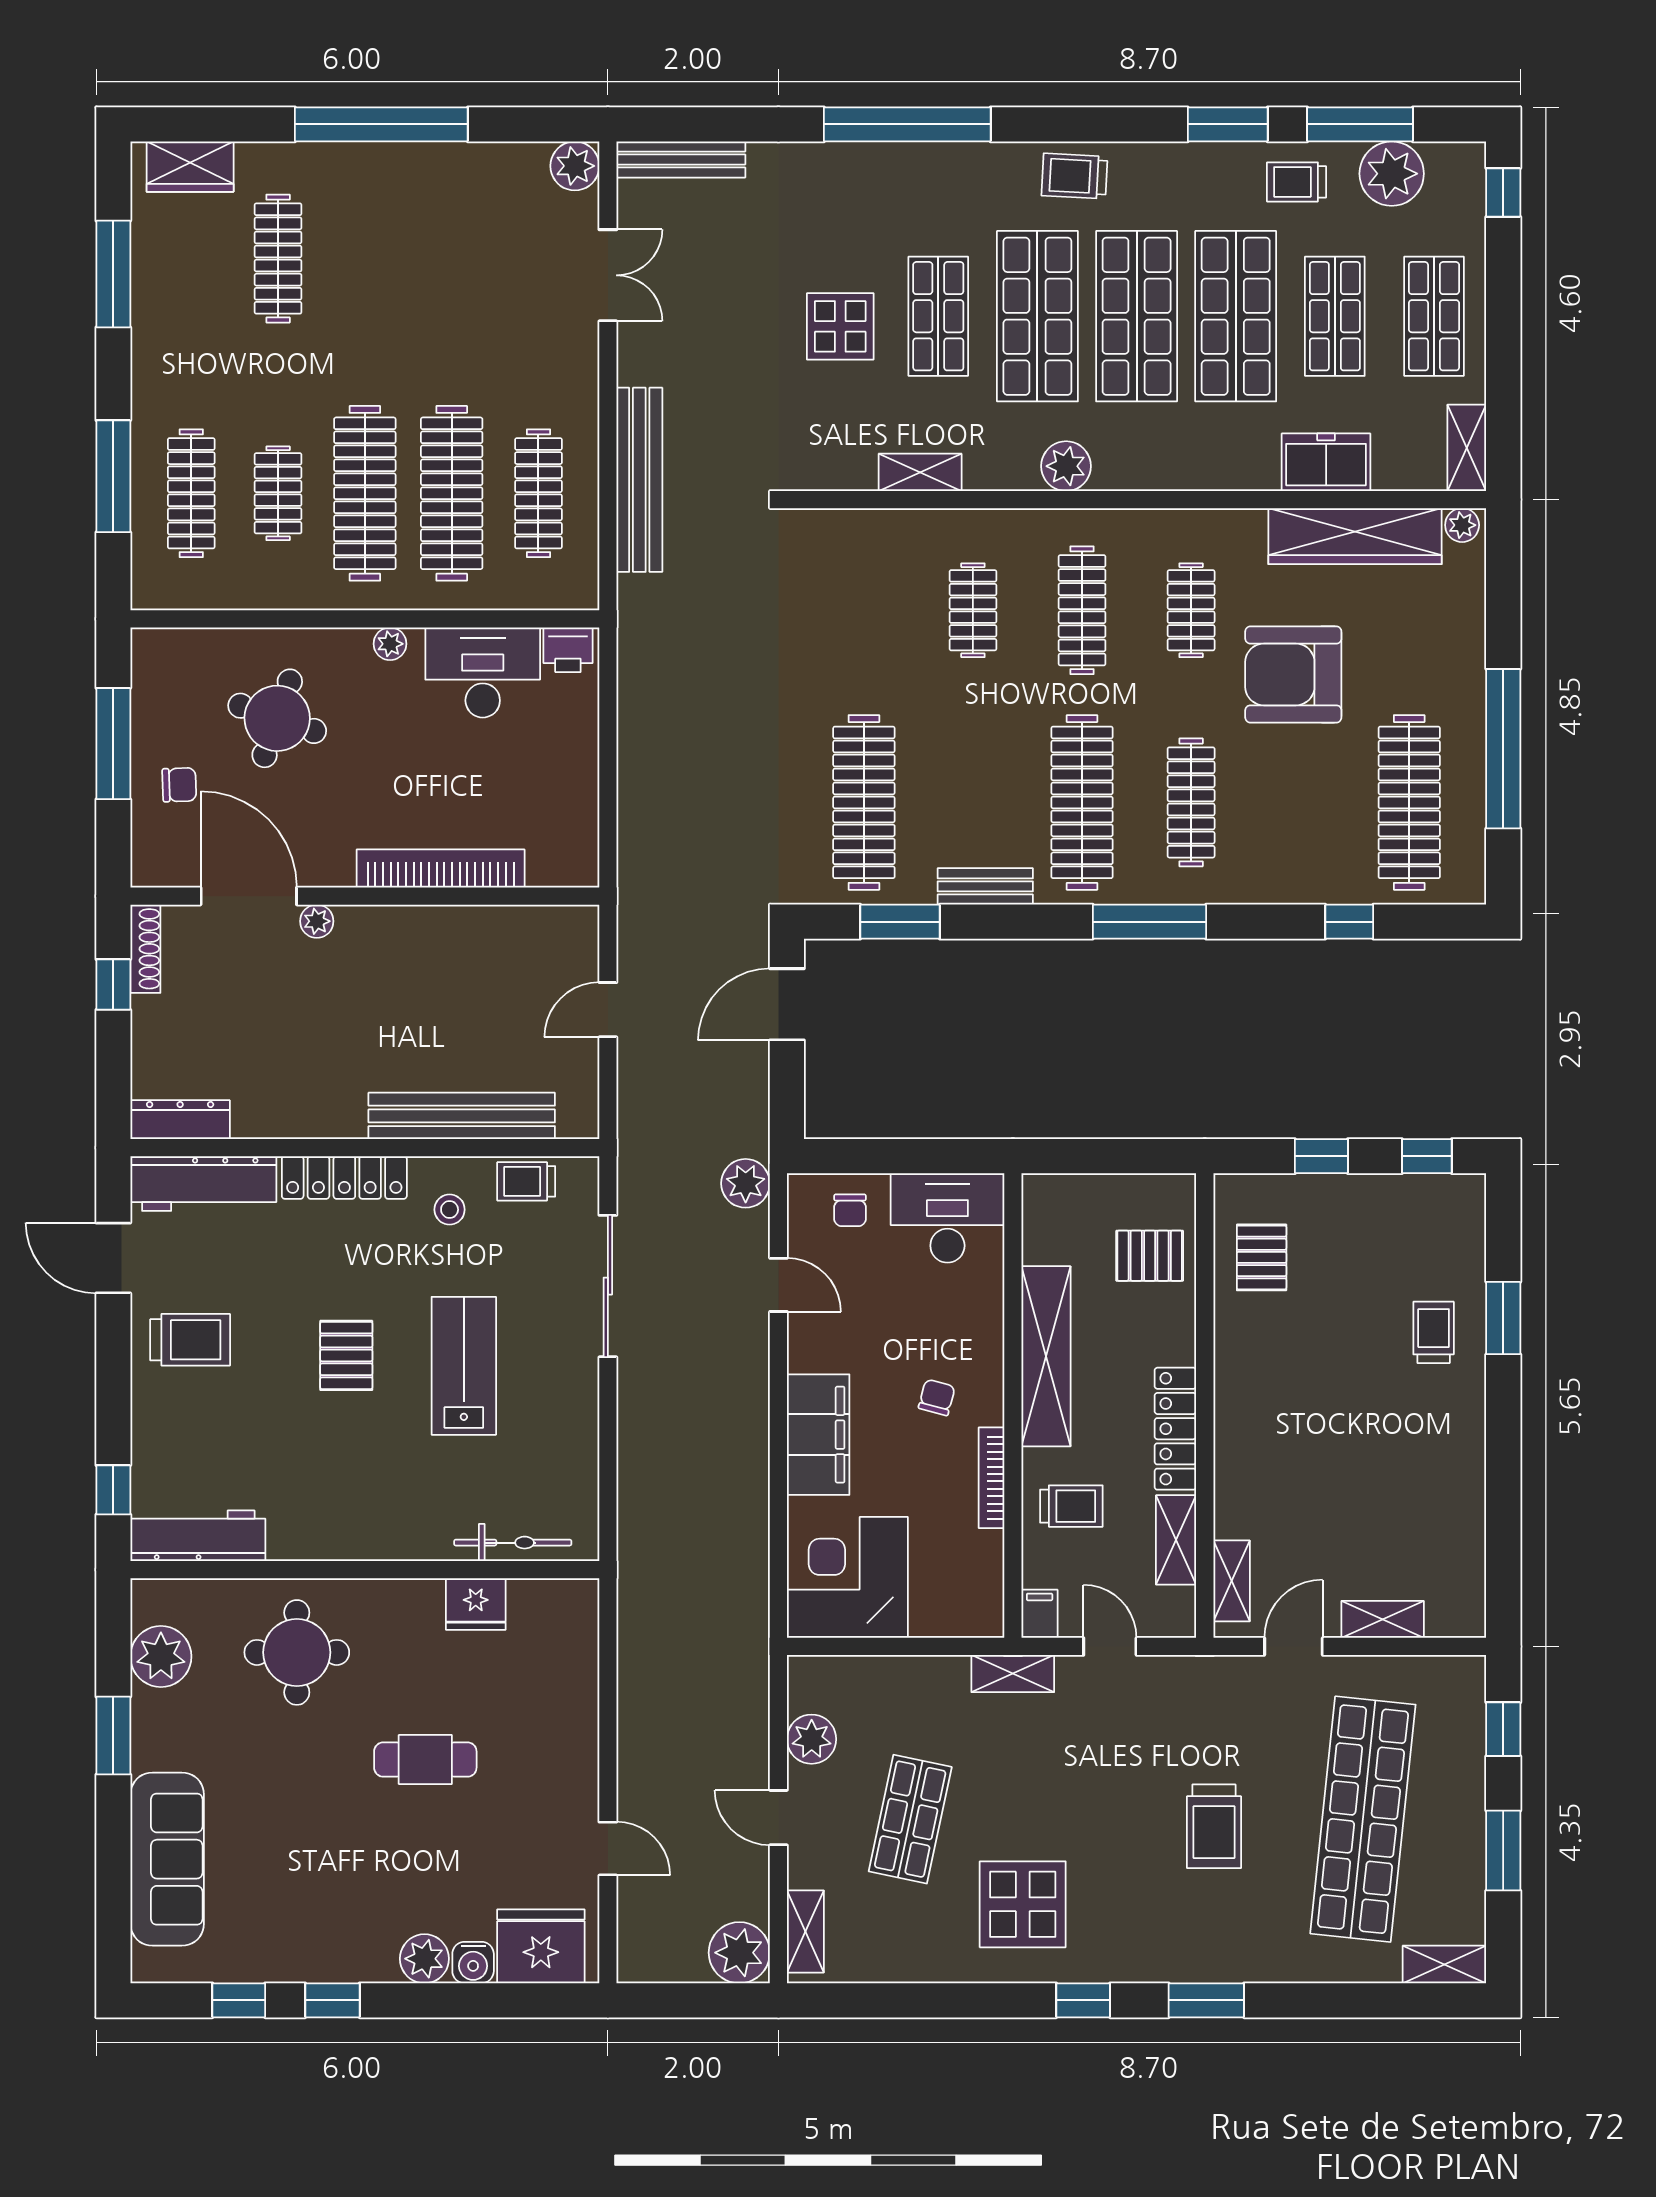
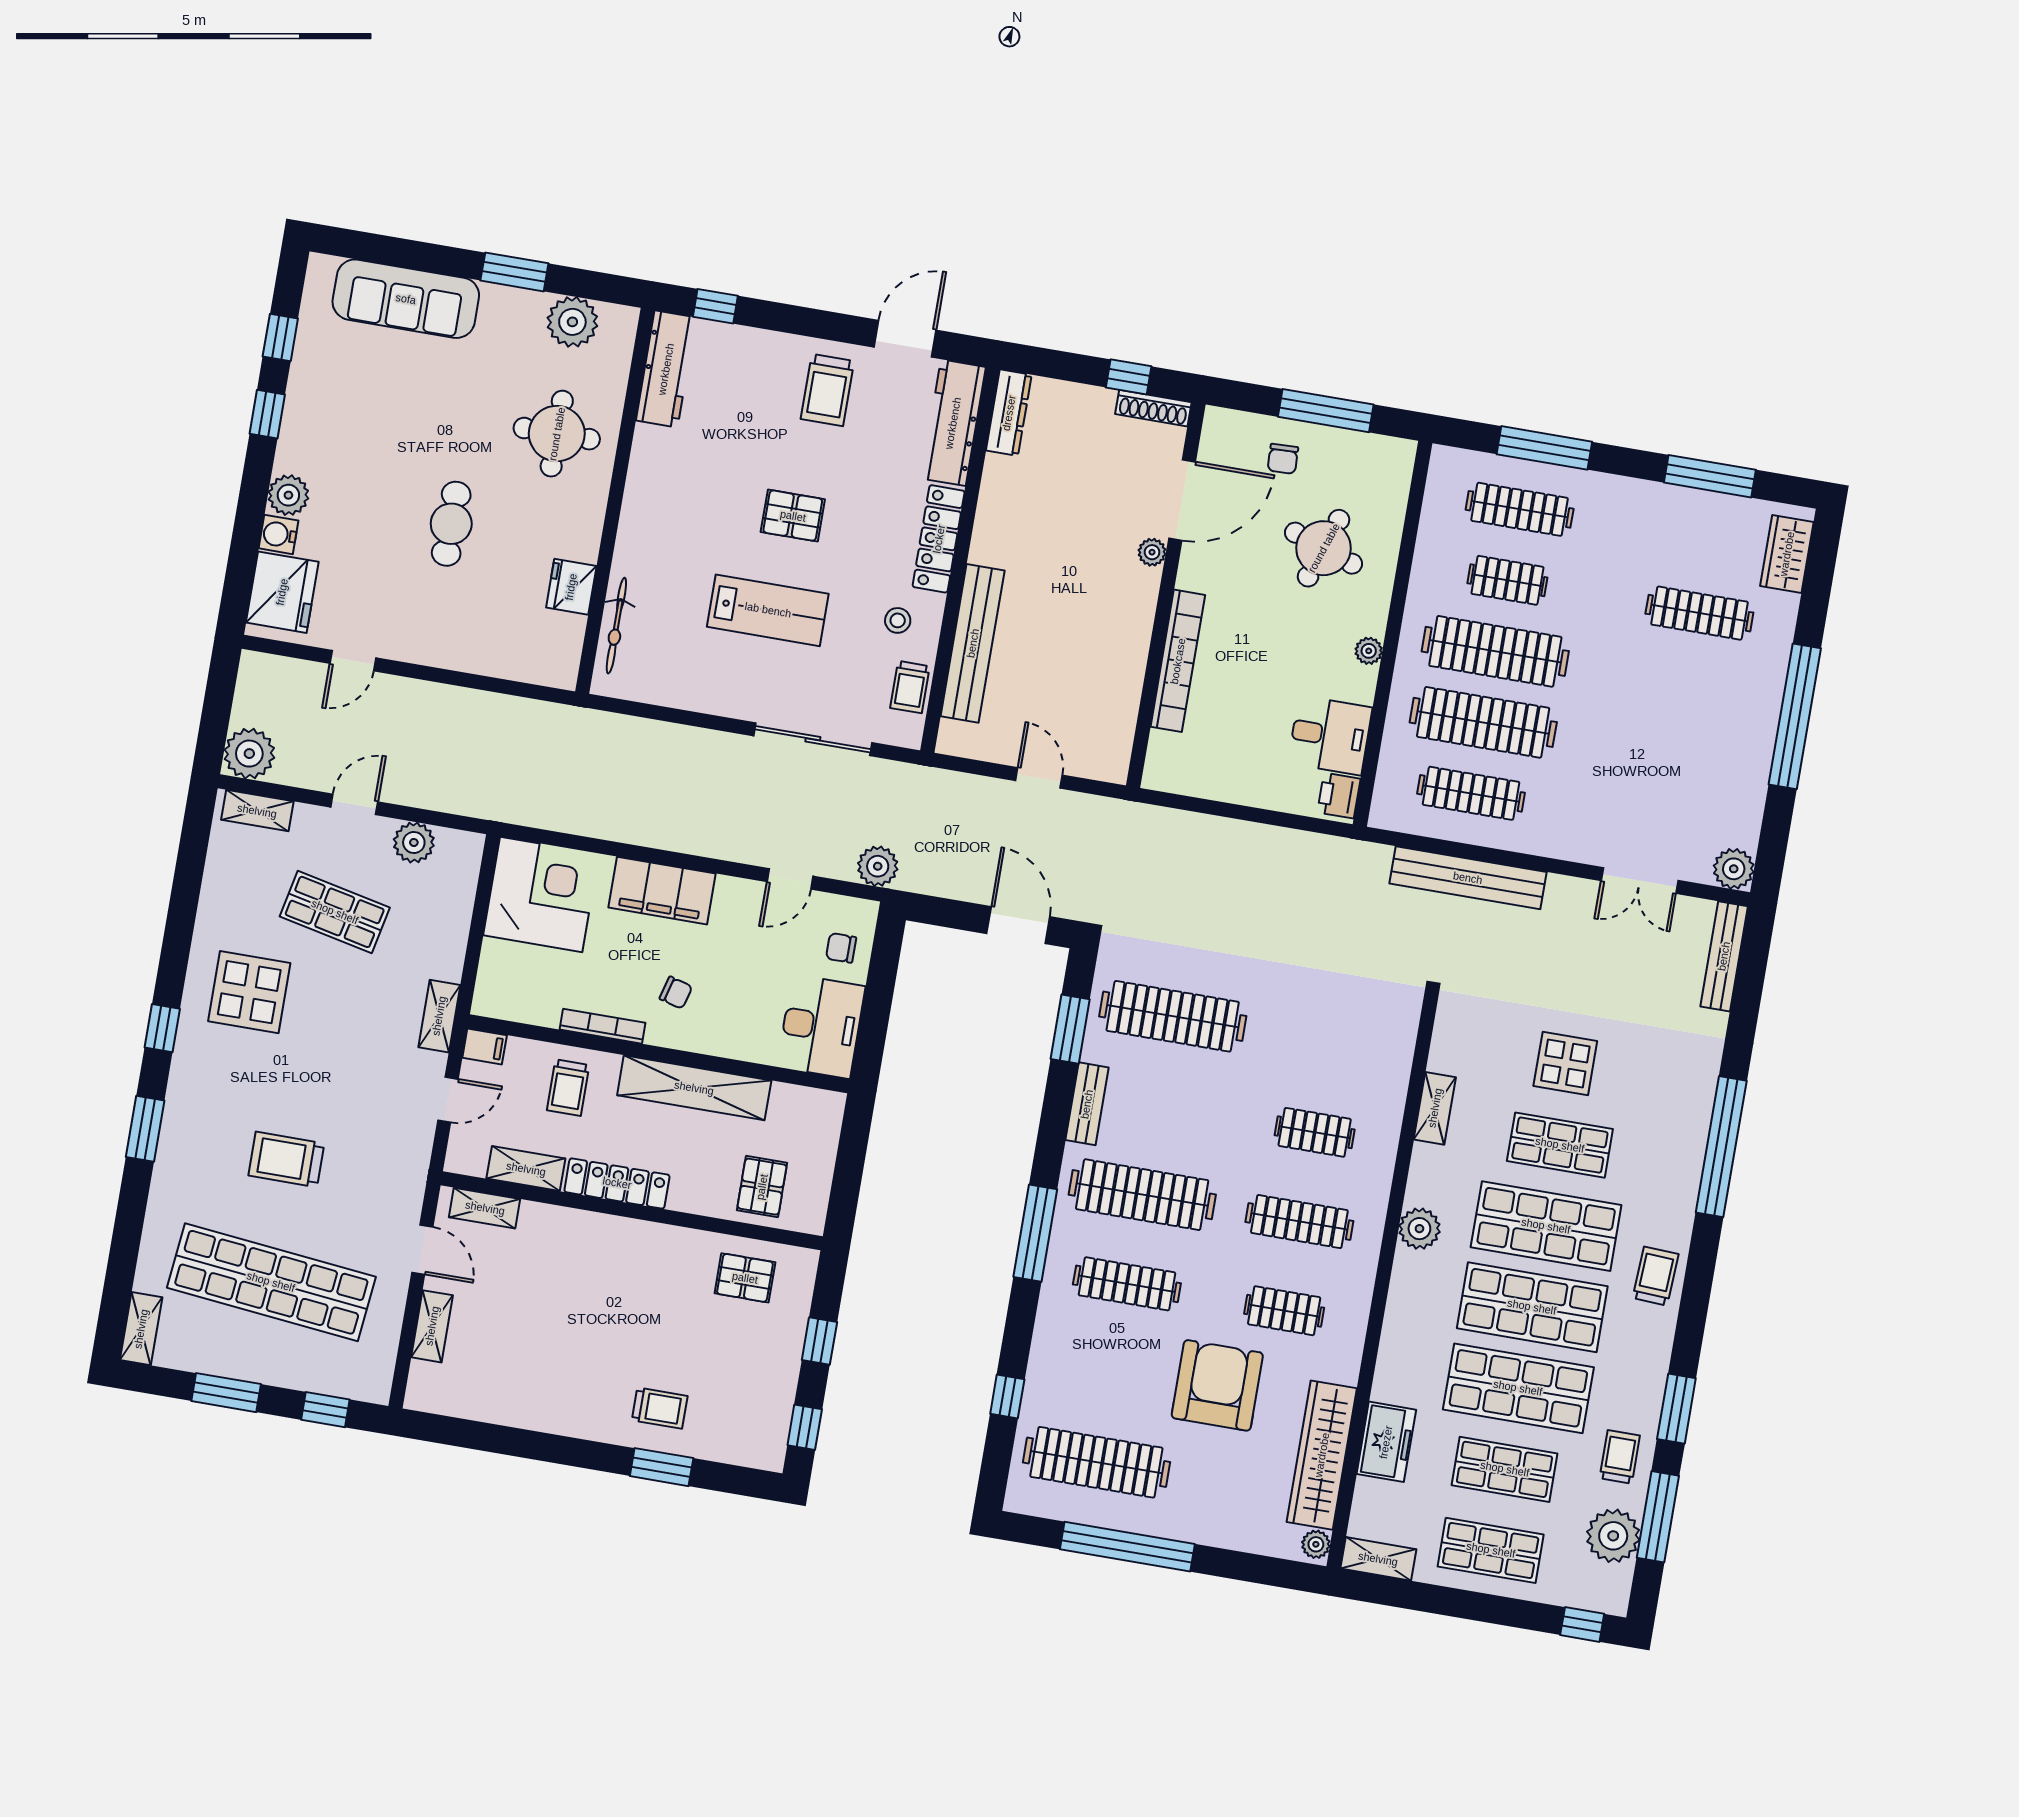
desk: (483, 673) -> (1330, 735), width x0.73
trolley: (526, 1181) -> (910, 687), turned 180

